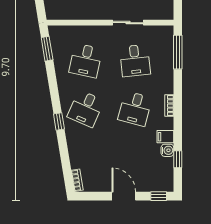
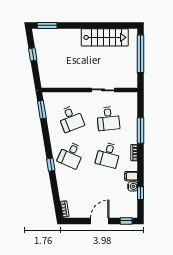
window: (178, 52) -> (141, 131), moved
desk: (86, 61) -> (71, 119), turned -33
door: (124, 196) -> (100, 221), hinge flipped

